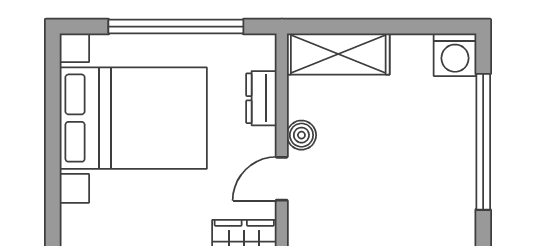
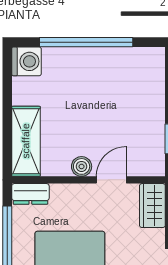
dresser: (261, 98) -> (30, 194), moved
door: (282, 179) -> (111, 180), swing flipped

